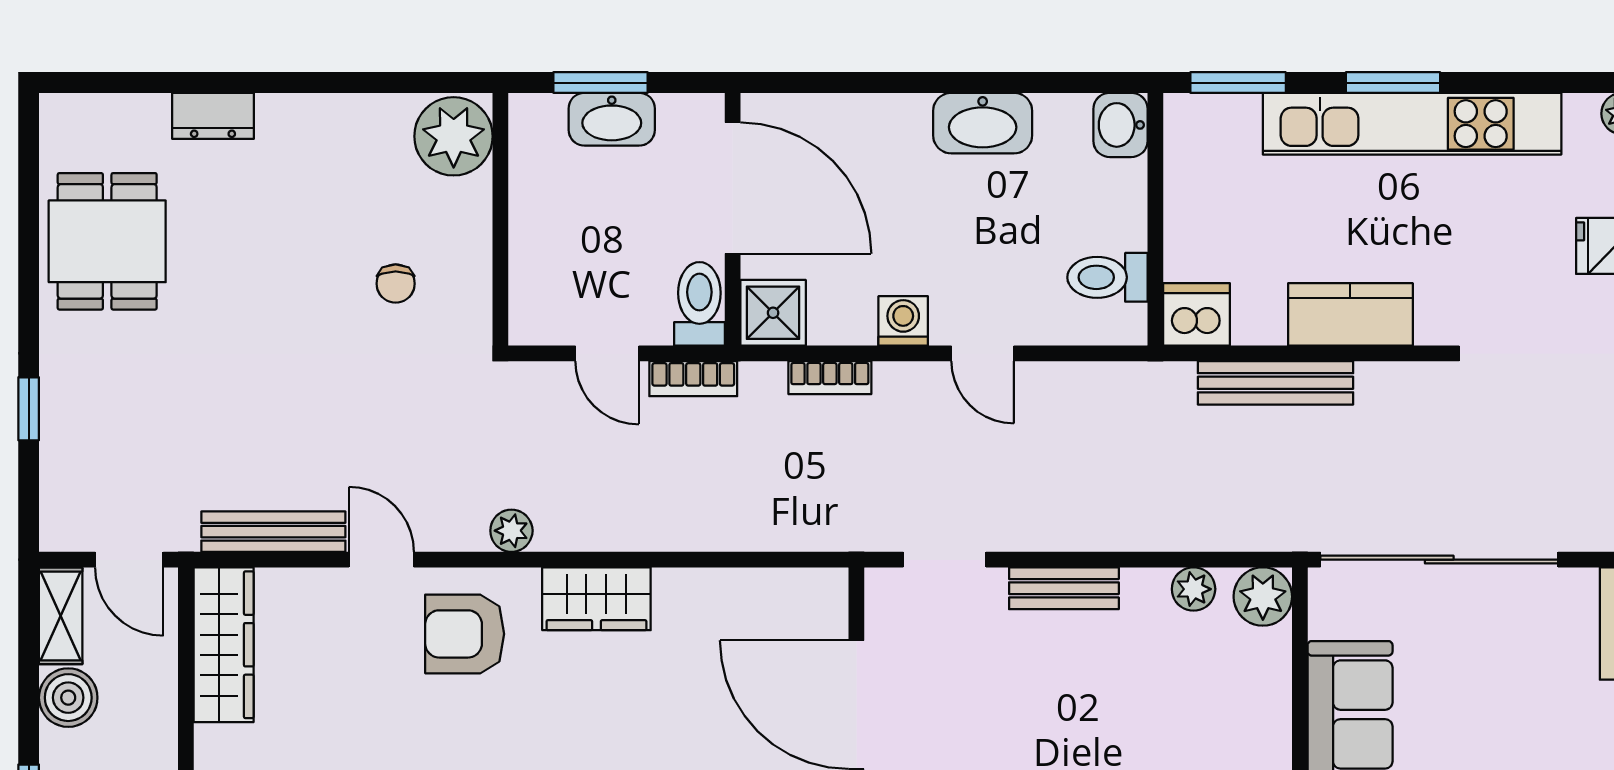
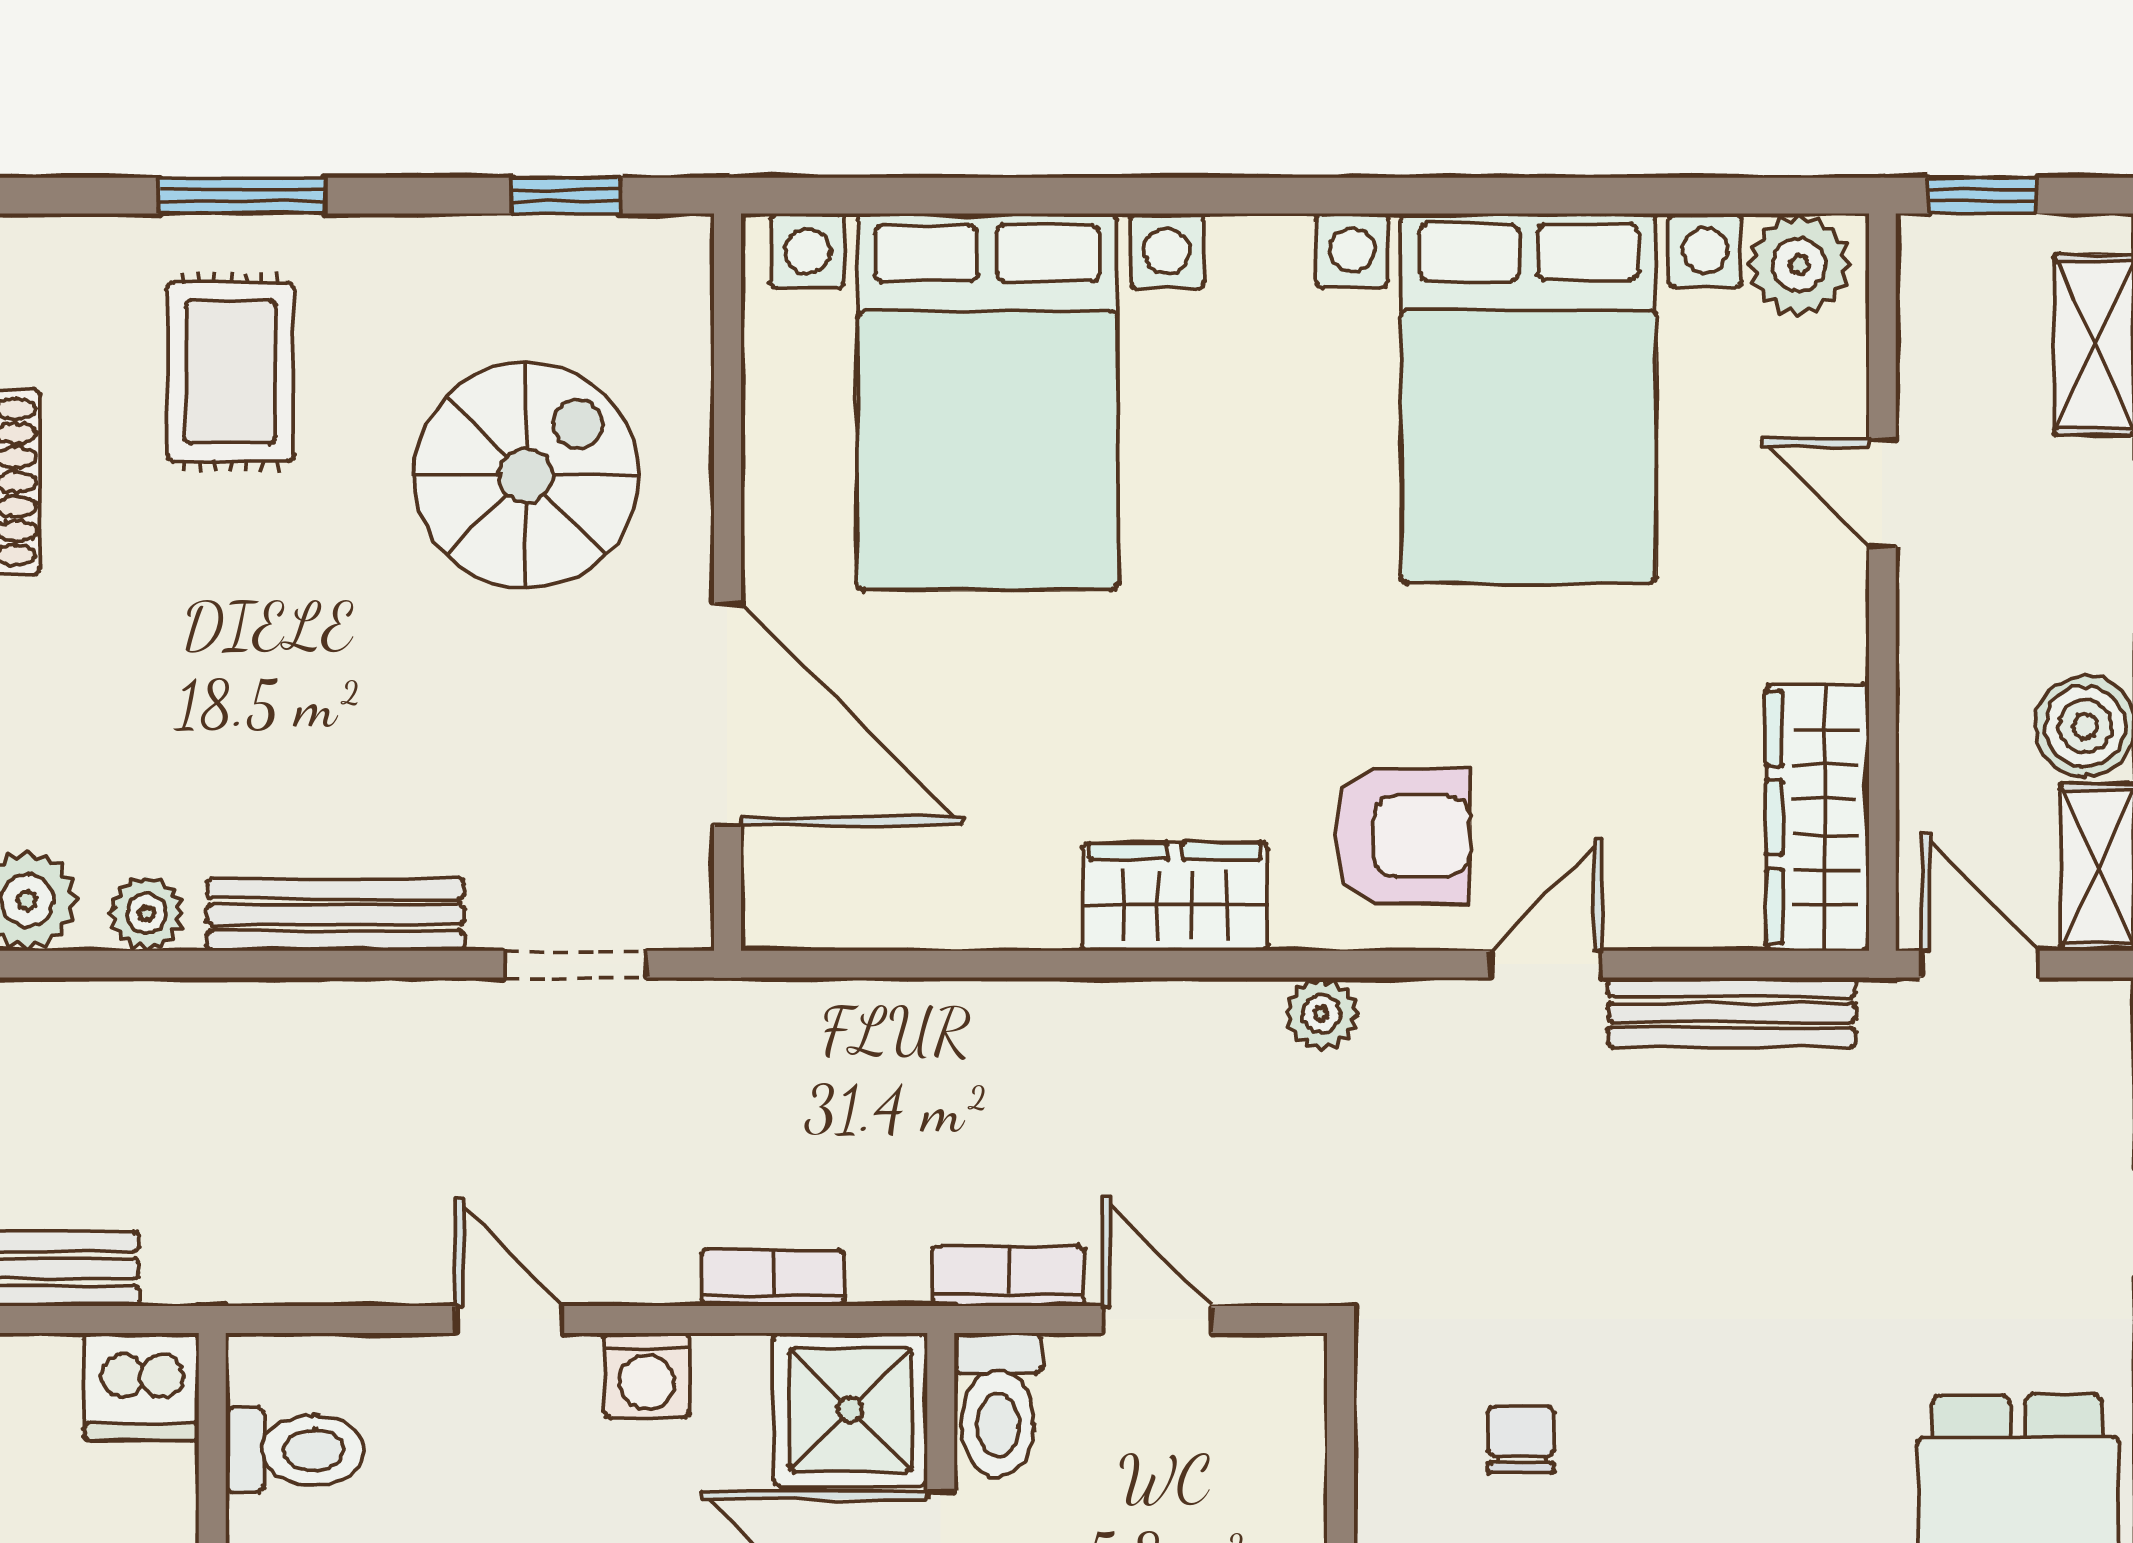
shower: (773, 313) -> (850, 1410), width x1.36, depth x1.36
door: (381, 560) -> (1546, 964), swing flipped
bench: (1064, 588) -> (335, 915), width x1.36

